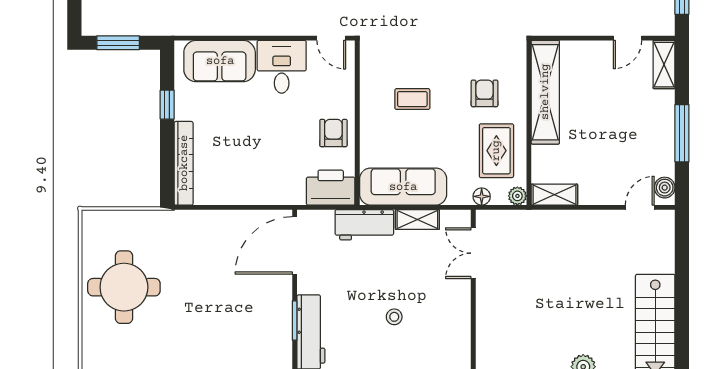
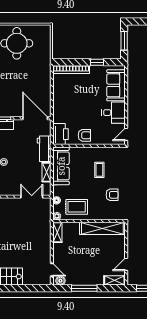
door: (628, 38) -> (126, 264), hinge flipped
armchair: (485, 93) -> (112, 195), moved

